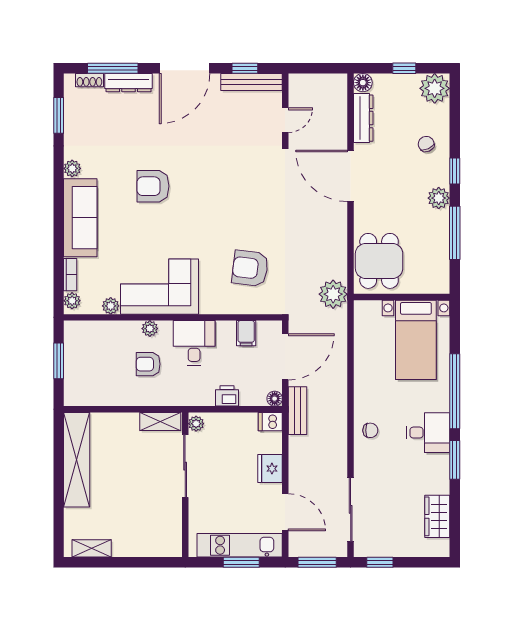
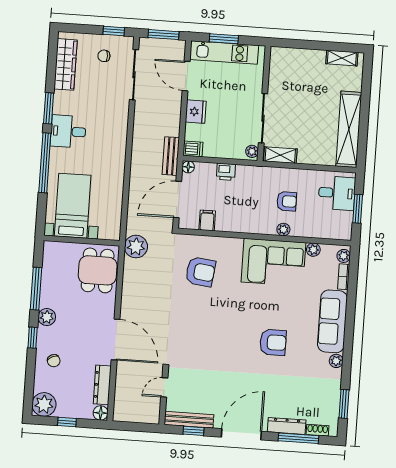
desk: (194, 343) -> (337, 193), moved, turned -90
chair: (370, 430) -> (104, 56), moved
wardrobe: (437, 516) -> (66, 64), width x1.50

